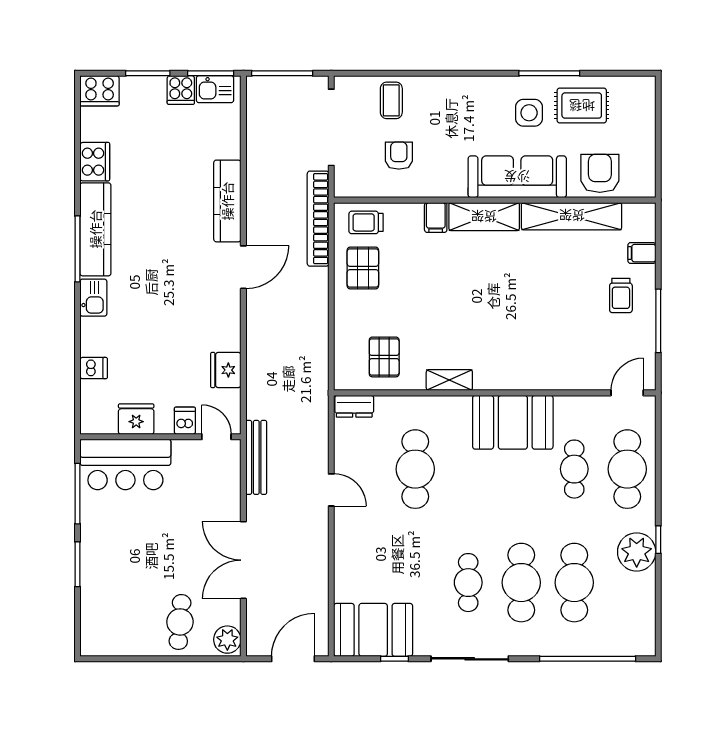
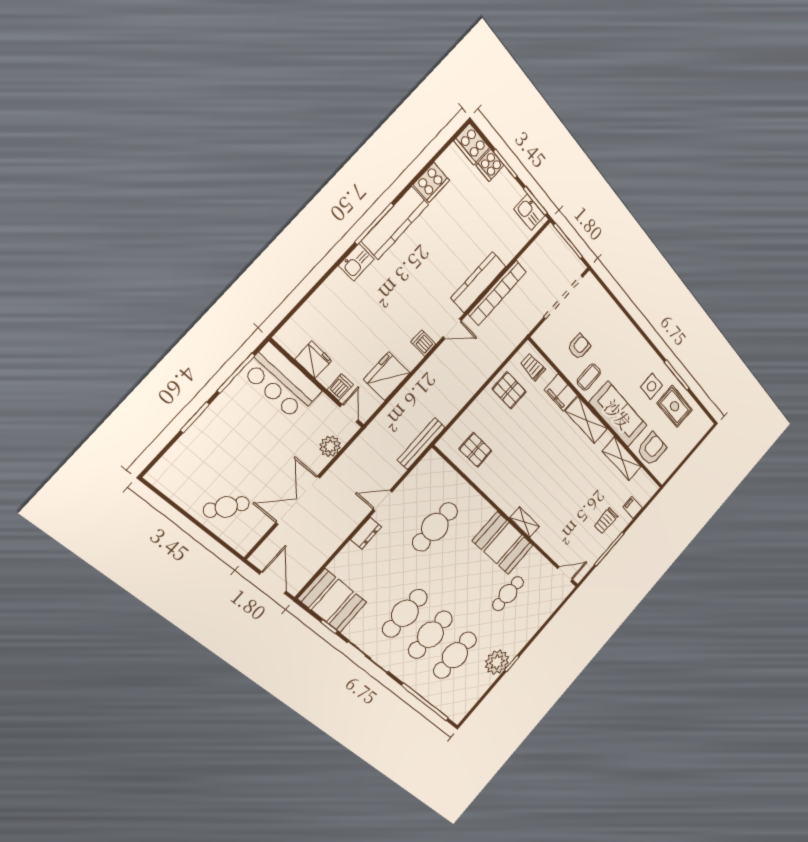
cooker: (181, 90) -> (490, 165), moved
coffee table: (391, 100) -> (589, 377), moved
shelving: (572, 216) -> (622, 459), width x0.68
filing cabinet: (436, 217) -> (561, 393), width x2.00
bookcase: (318, 219) -> (497, 293), moved, turned 180
door: (243, 267) -> (452, 329), width x0.73
pallet: (363, 268) -> (509, 390), turned 90
pallet: (384, 357) -> (475, 450), turned 90
dishwasher: (94, 368) -> (423, 343), moved, turned 180
fridge: (226, 370) -> (387, 376), width x1.36, depth x1.34
shelving: (449, 380) -> (525, 522), moved
dresser: (354, 406) -> (366, 533), moved, turned -90
bench: (256, 457) -> (421, 444), moved
cafe table: (627, 469) -> (531, 614), removed
door: (331, 490) -> (382, 501), swing flipped
cafe table: (468, 583) -> (405, 613), width x1.37, depth x1.35
cafe table: (180, 622) -> (226, 507), turned 34
plant: (227, 640) -> (330, 446), moved
door: (293, 659) -> (273, 583), hinge flipped

